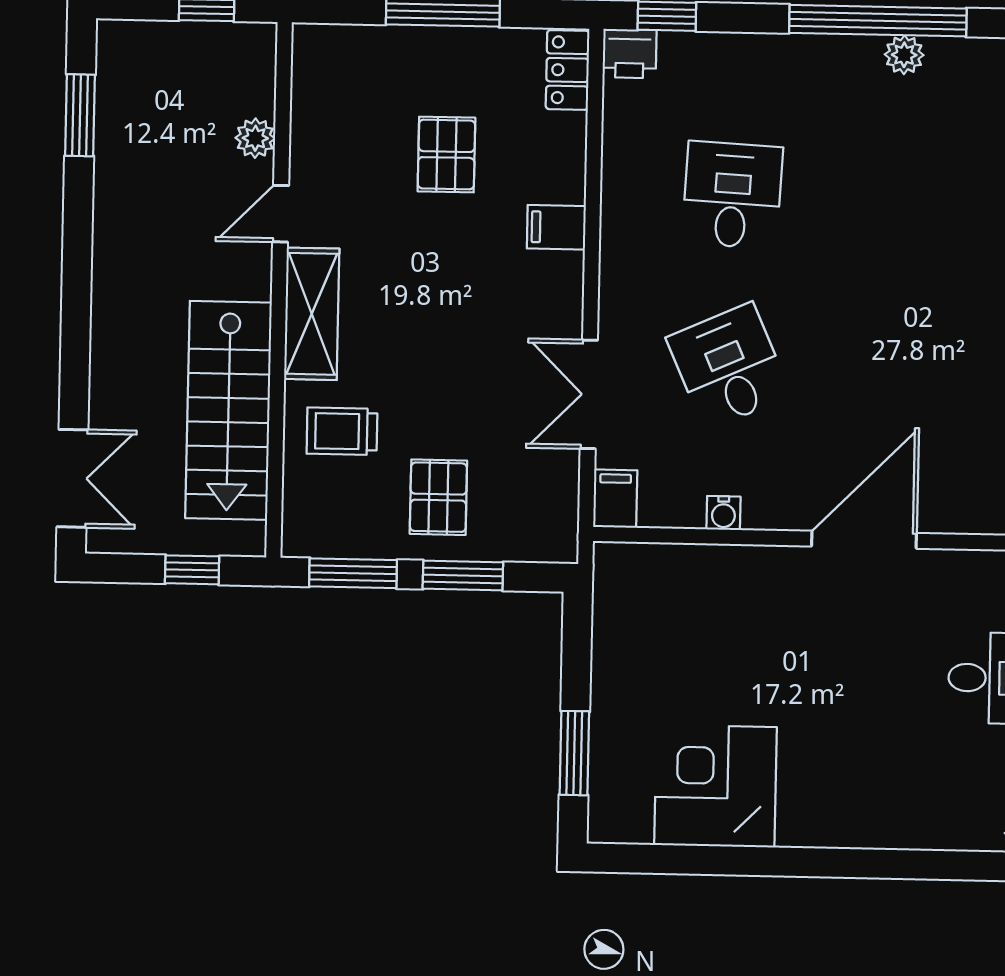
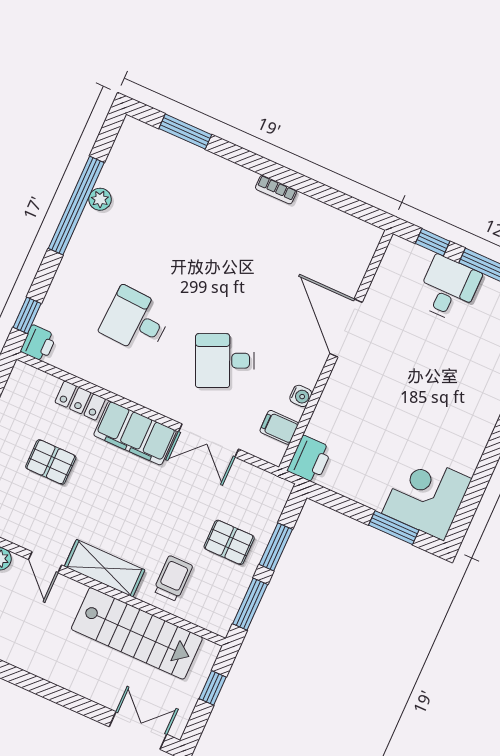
locker: (568, 70) -> (80, 401), moved
filing cabinet: (556, 227) -> (135, 433), width x3.00, depth x1.17
trolley: (342, 431) -> (173, 578), turned 180
filing cabinet: (615, 499) -> (279, 427), moved
printer: (627, 571) -> (310, 459), added
corner desk: (715, 786) -> (427, 496), moved, turned 90

